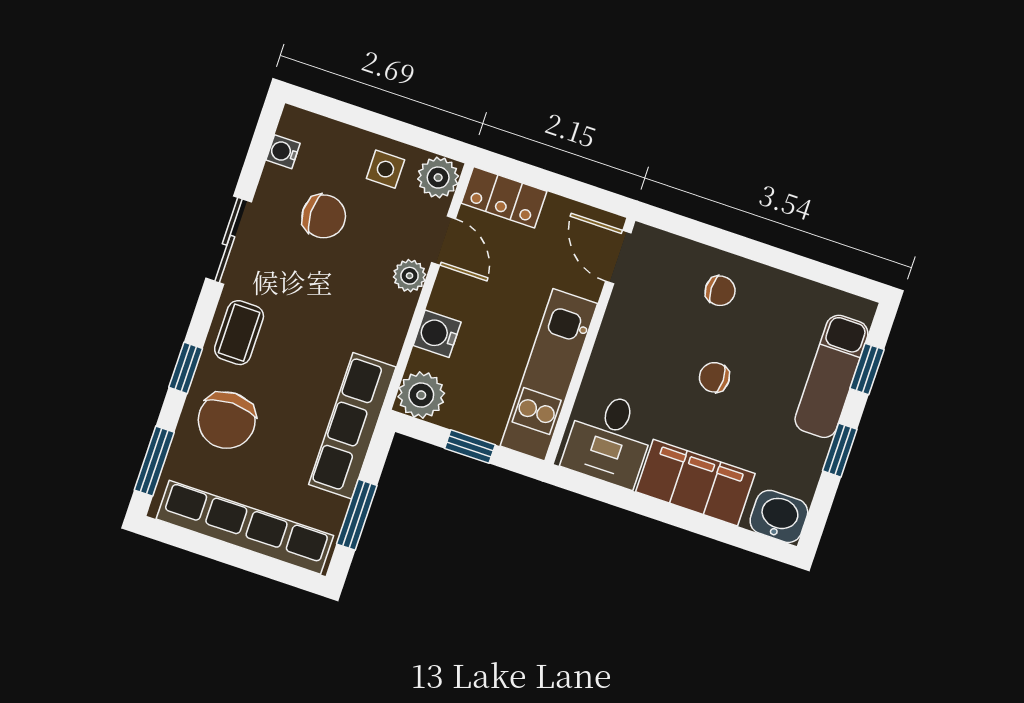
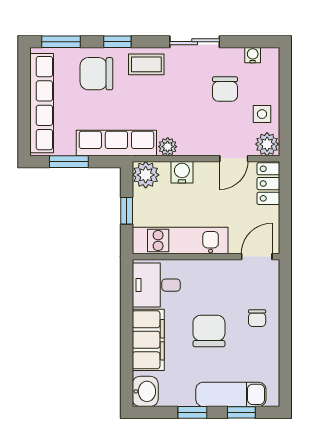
plant: (410, 276) -> (168, 147), moved
chair: (714, 377) -> (209, 331), width x1.87, depth x1.87

